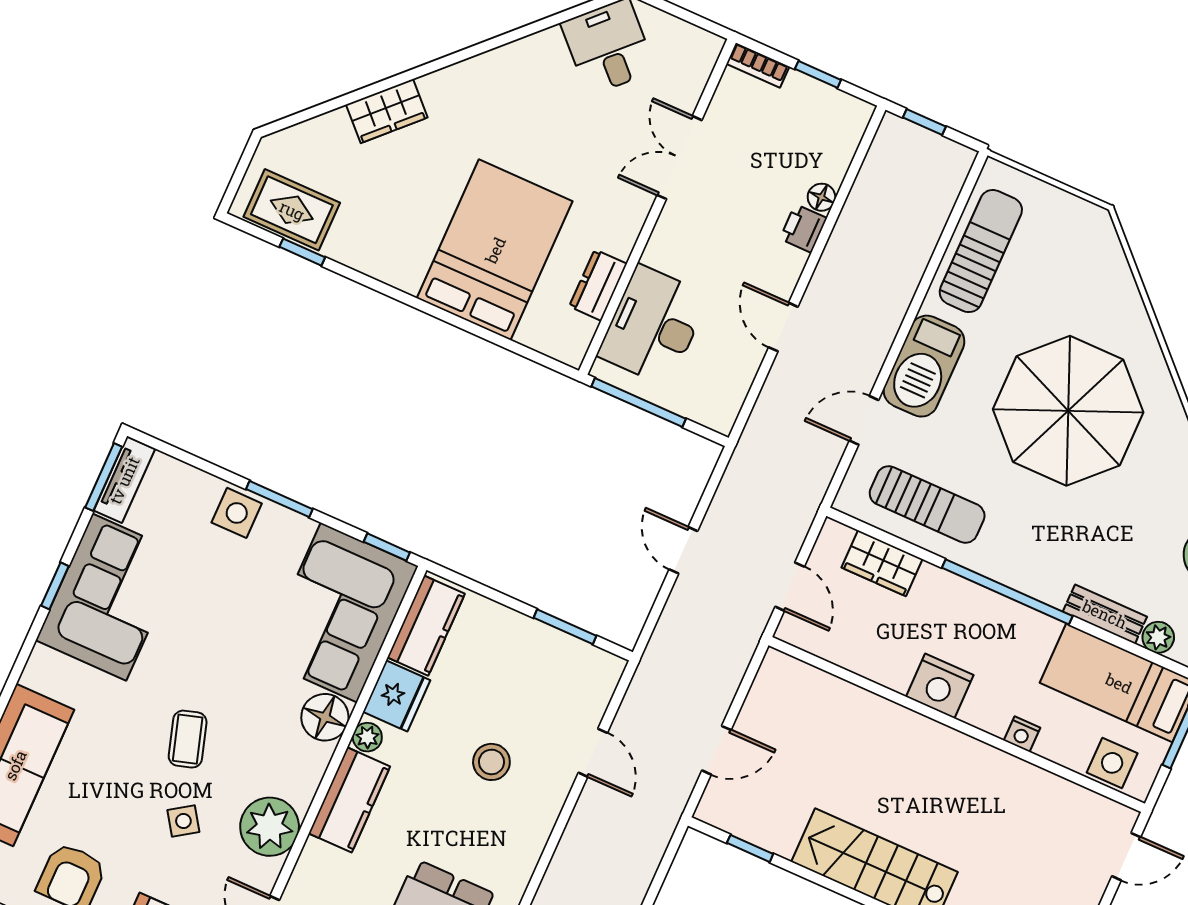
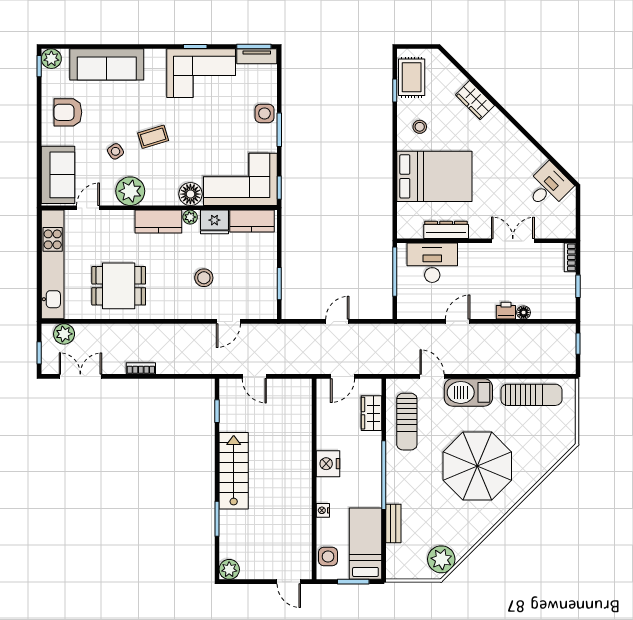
stool: (390, 236) -> (420, 127), added
dresser: (598, 285) -> (446, 230), width x1.44
plant: (1158, 637) -> (394, 552), removed

